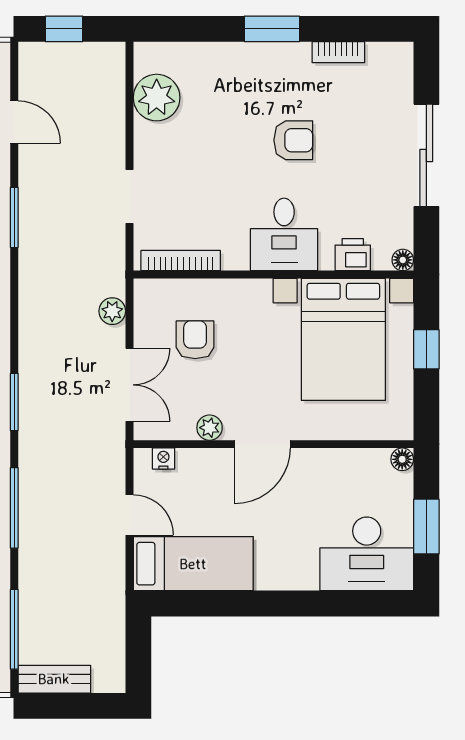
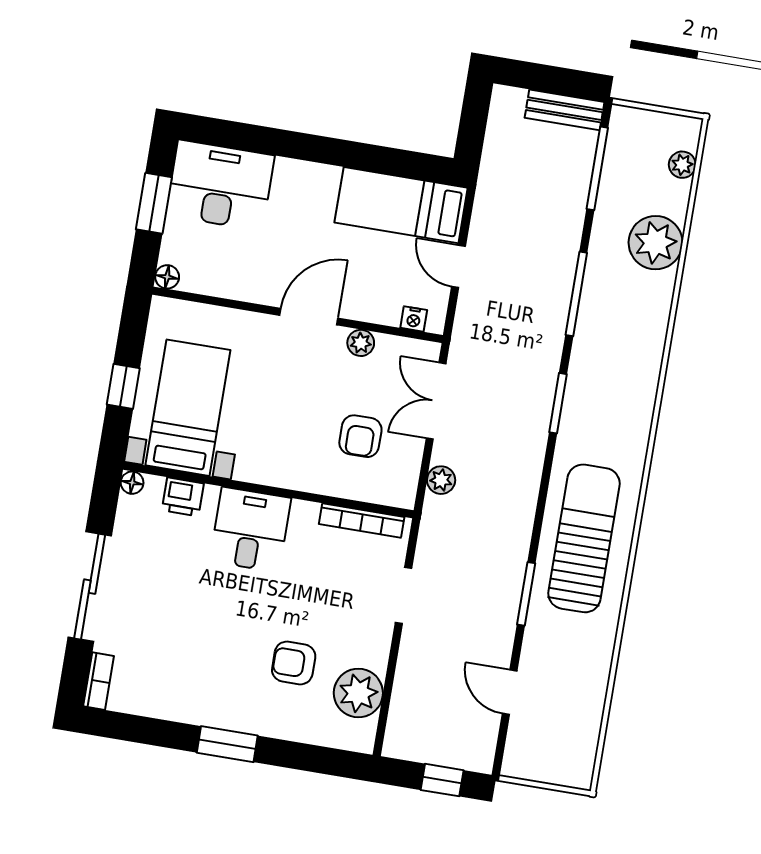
bookcase: (338, 52) -> (99, 681), moved, turned 90
armchair: (293, 140) -> (294, 663), moved
bed with nightstands: (343, 339) -> (188, 408), width x0.73

